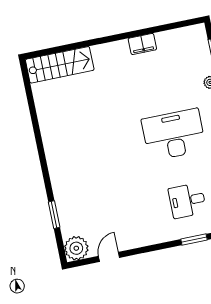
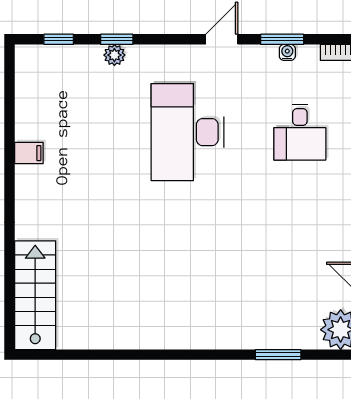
filing cabinet: (142, 44) -> (29, 153), width x0.50

